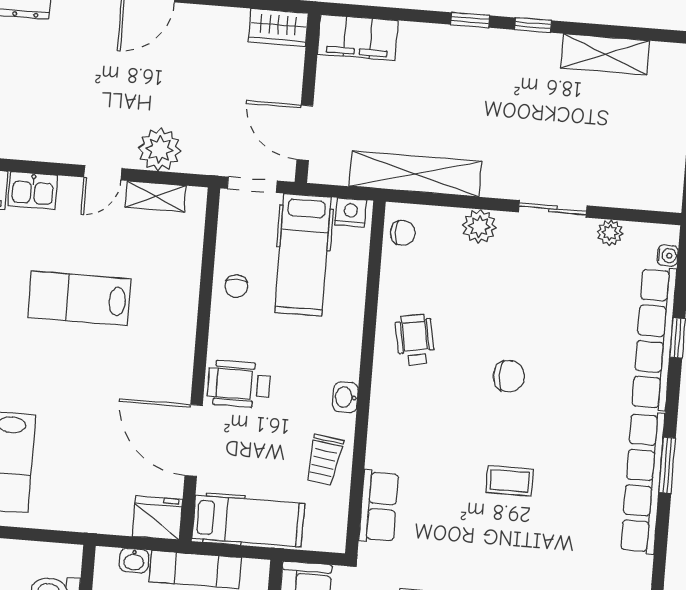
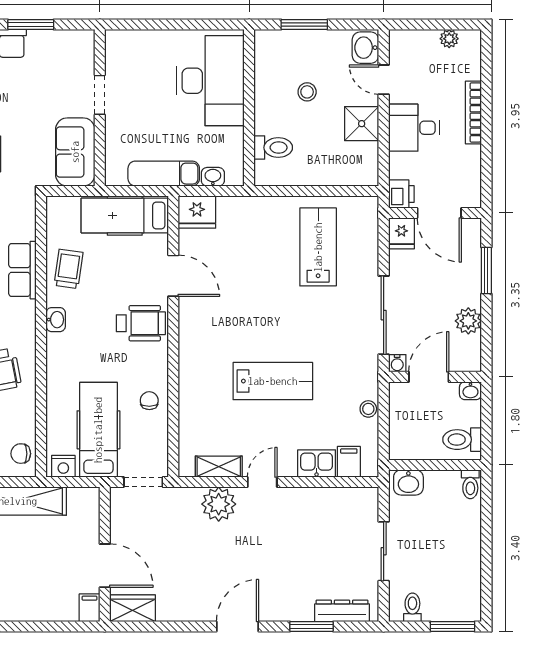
filing cabinet: (358, 37) -> (89, 608), width x0.33, depth x0.86
door: (305, 133) -> (105, 566), moved
door: (194, 440) -> (173, 276), width x0.73
row of seats: (379, 506) -> (22, 270), moved

